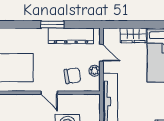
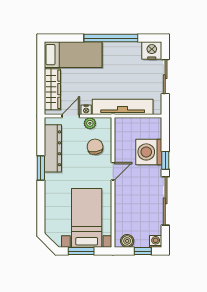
wardrobe: (133, 35) -> (52, 89), width x1.50
nightstand: (107, 67) -> (86, 110), added

